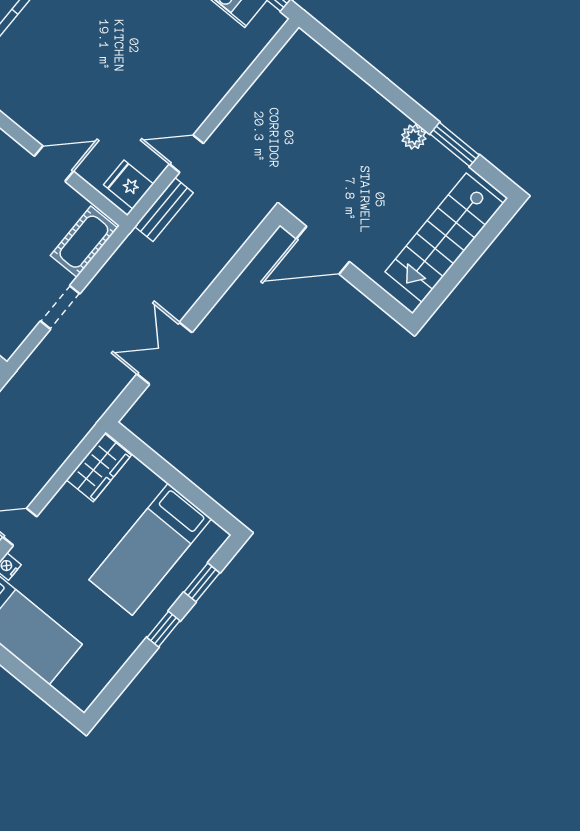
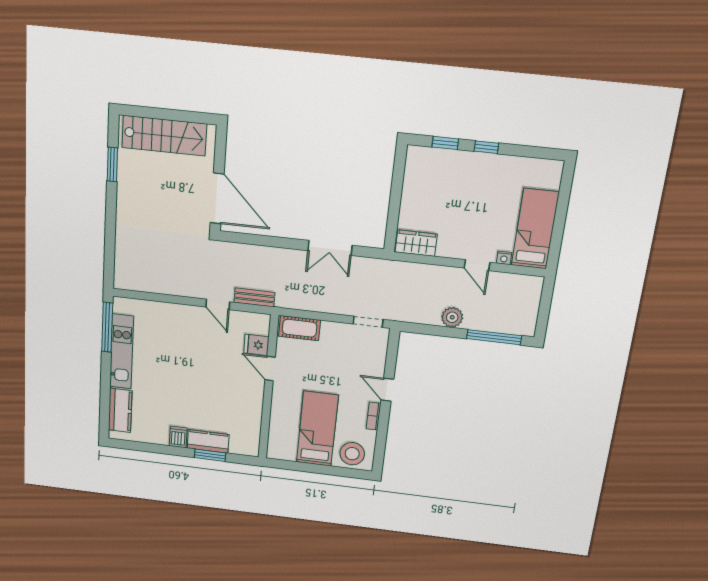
plant: (414, 137) -> (124, 190), removed
fridge: (128, 184) -> (256, 345), moved, turned 90
door: (323, 250) -> (217, 198), width x1.36
doorway: (60, 307) -> (368, 322), moved
bed: (150, 549) -> (444, 185), removed

